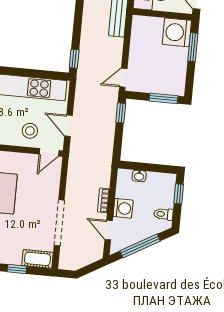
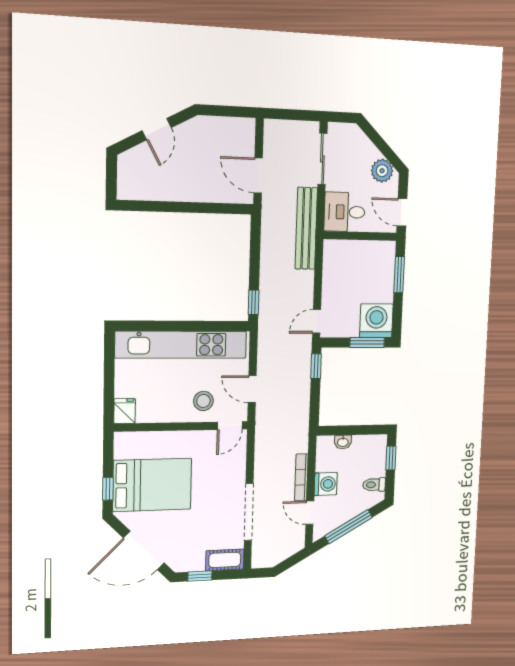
washing machine: (177, 32) -> (376, 321), moved, turned 90
bookcase: (103, 200) -> (301, 477), width x1.56

